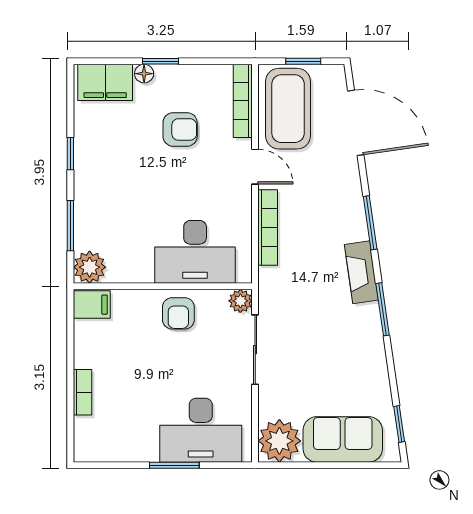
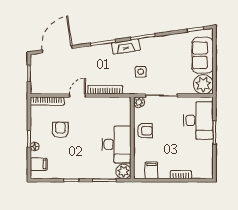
filing cabinet: (105, 82) -> (39, 164), width x0.50
coffee table: (288, 109) -> (51, 80), removed
desk: (195, 252) -> (116, 144), moved
filing cabinet: (92, 305) -> (151, 170), moved
side table: (307, 305) -> (141, 72), added

